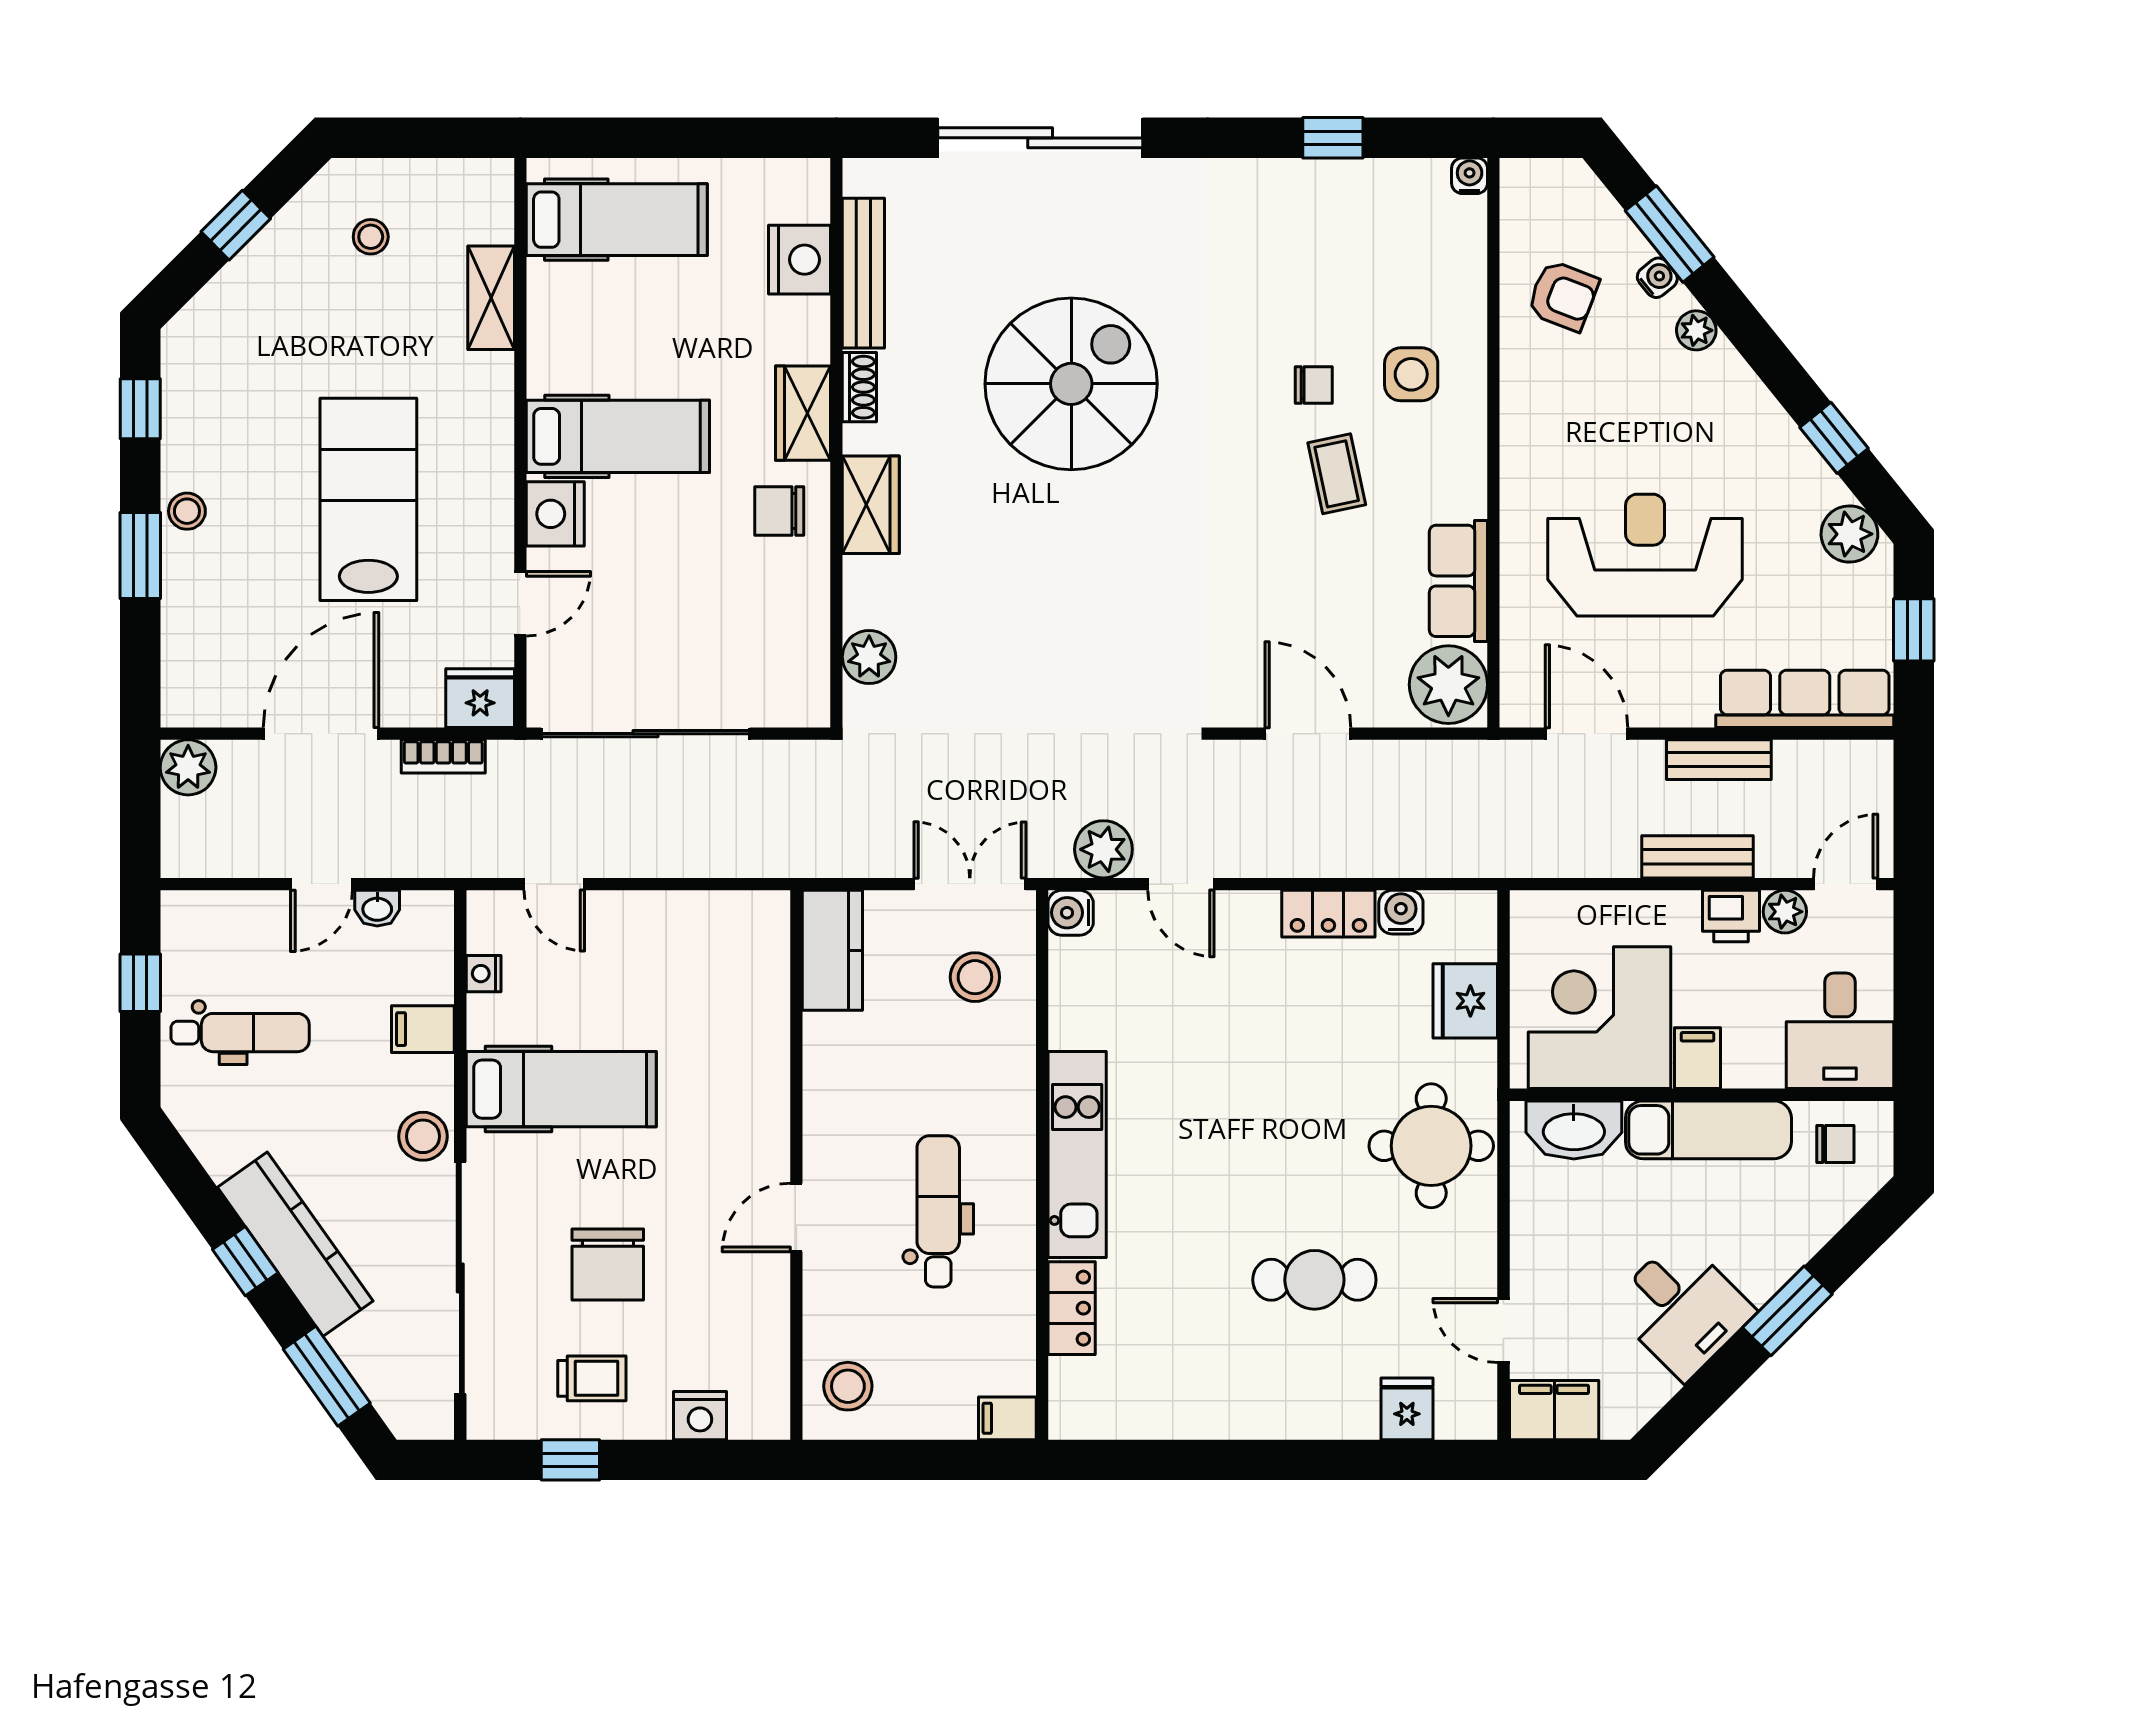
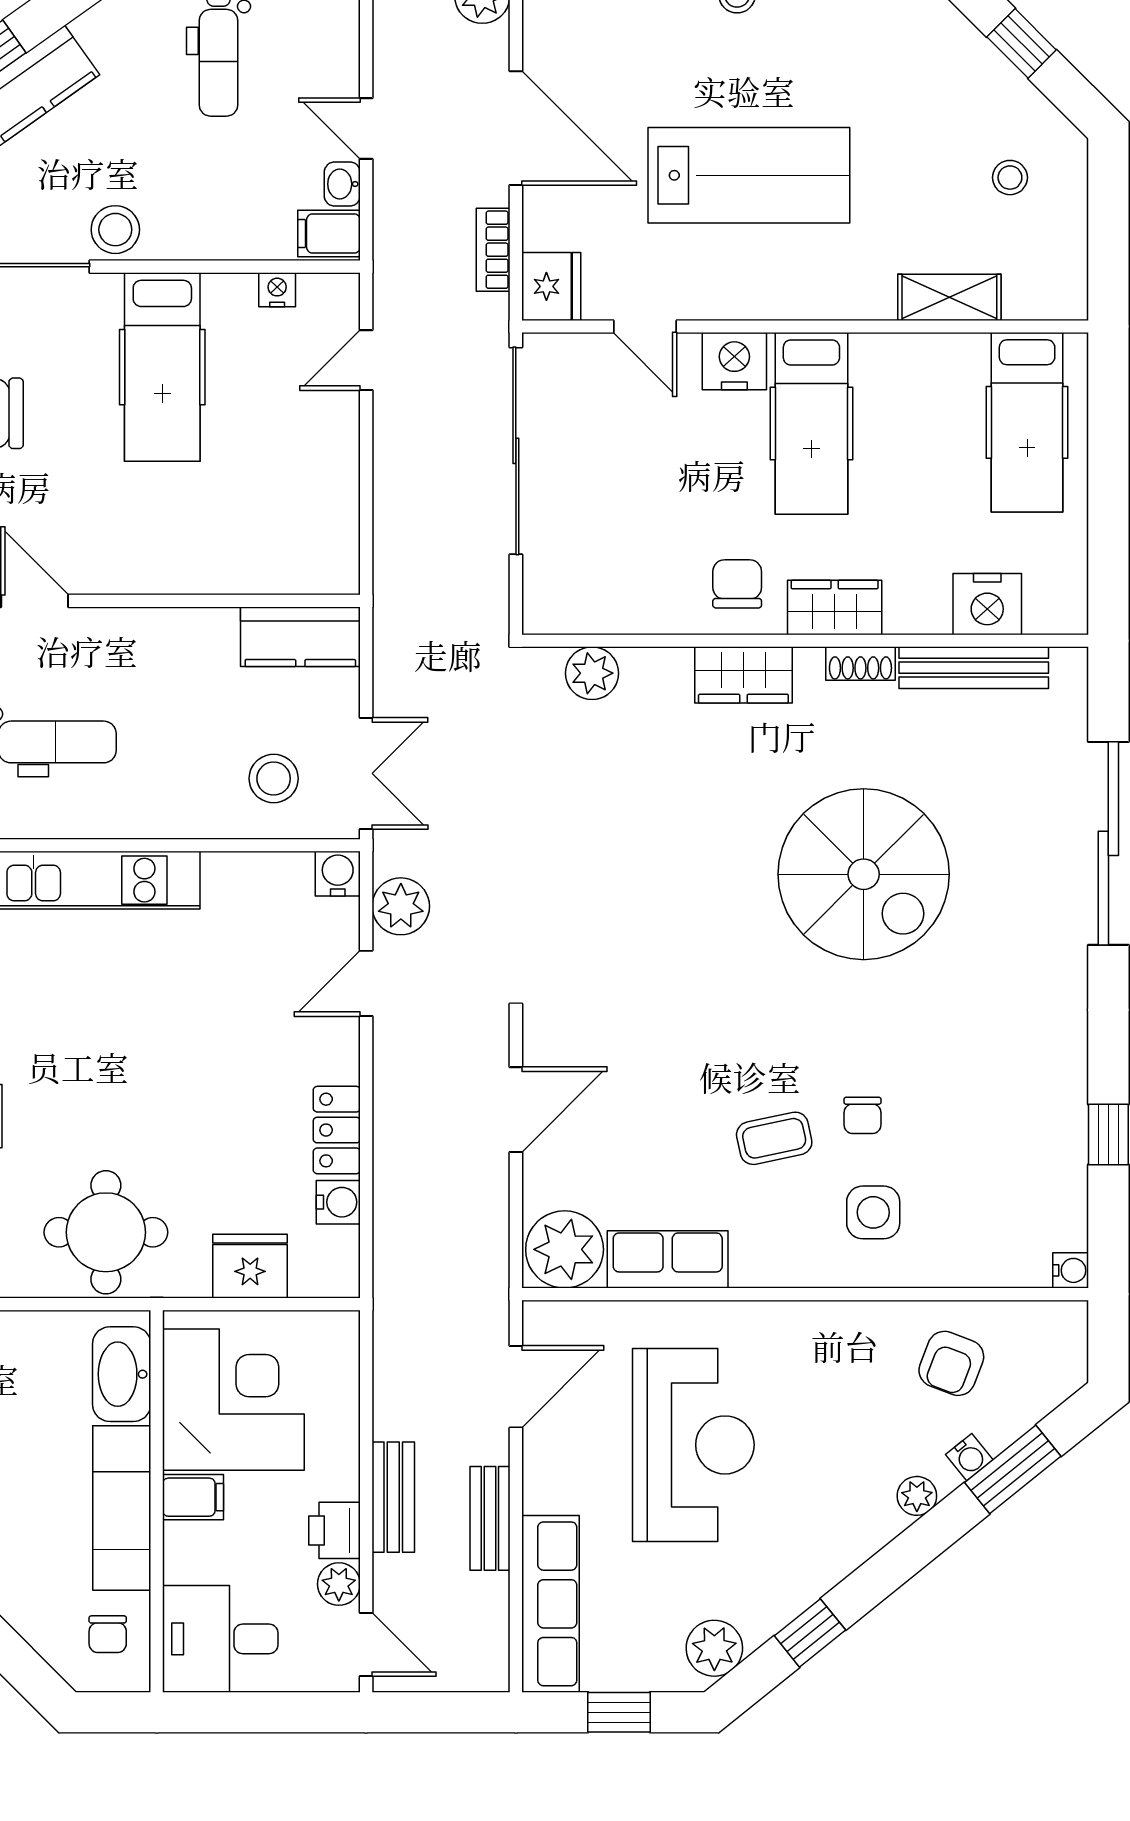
filing cabinet: (423, 1029) -> (329, 234), moved, turned -90

